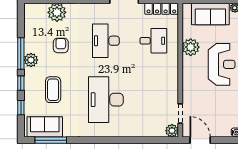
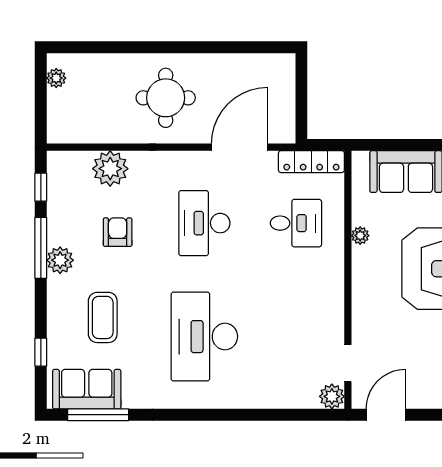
plant: (191, 47) -> (360, 236), width x0.53, depth x0.53
window: (21, 83) -> (41, 187), moved
door: (200, 140) -> (386, 415), hinge flipped

